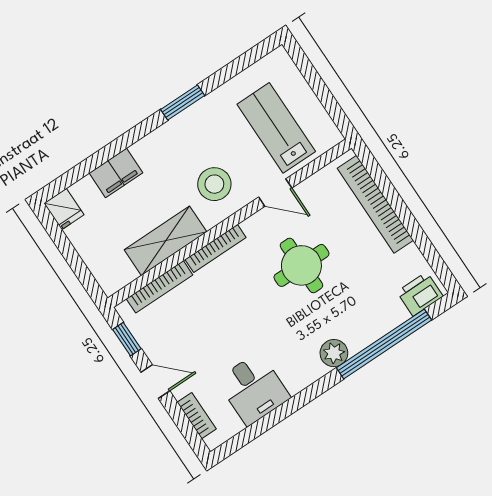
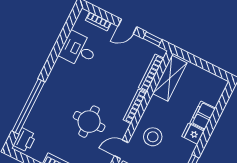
fridge: (64, 209) -> (193, 134), moved
shelving: (166, 241) -> (170, 78), moved
plant: (334, 353) -> (50, 89), removed

